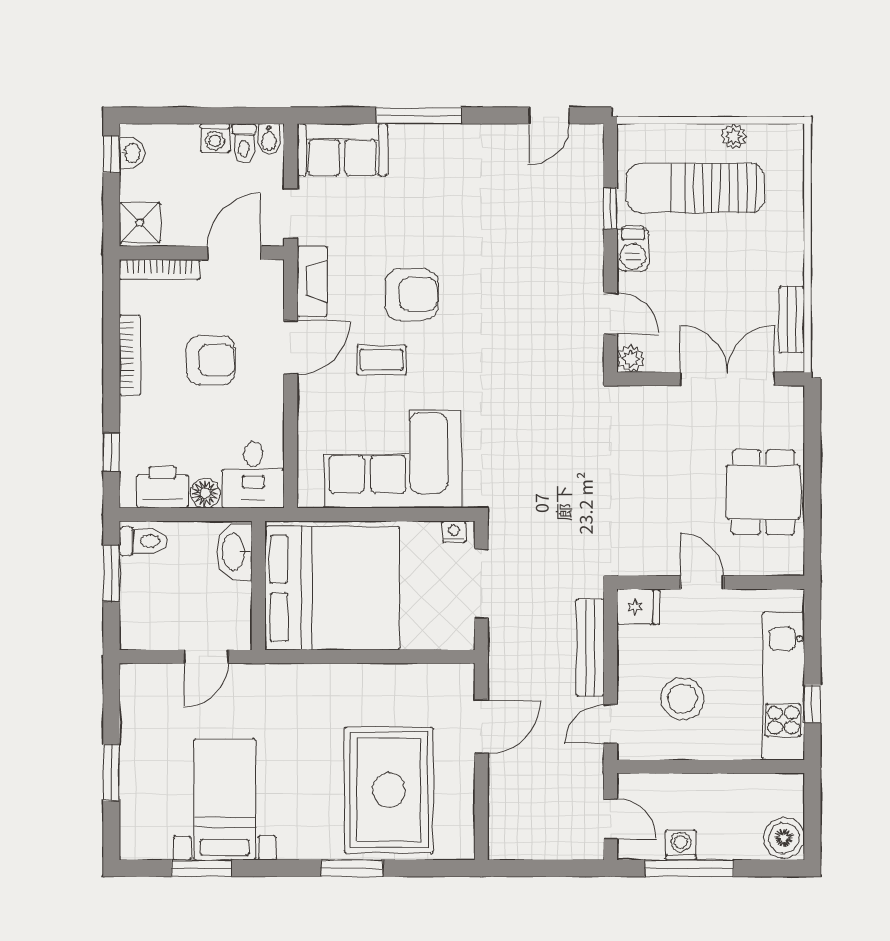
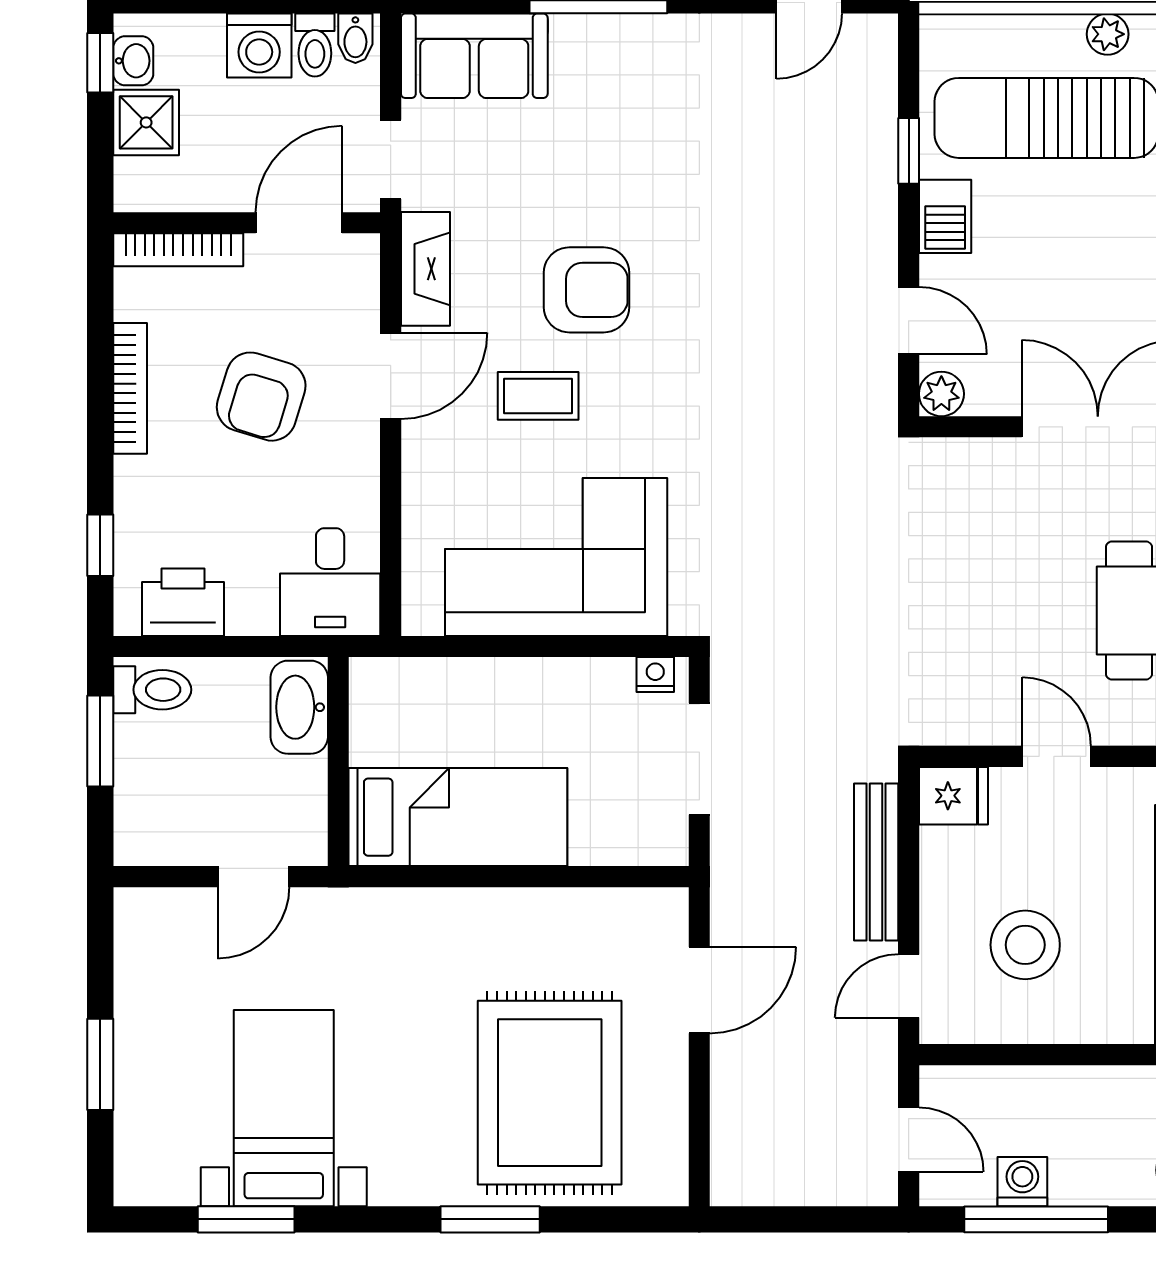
washing machine: (215, 138) -> (259, 46), width x1.38, depth x1.38
shower: (140, 222) -> (146, 122), moved
armchair: (211, 360) -> (261, 397), turned 107
floor lamp: (205, 493) -> (252, 612), removed
bed: (332, 588) -> (458, 817), width x0.49

